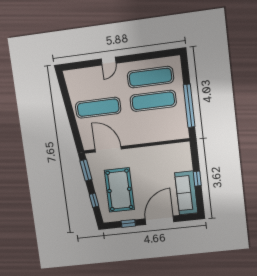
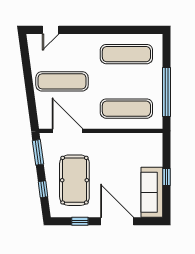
door: (109, 61) -> (51, 30), moved
exercise mat: (153, 101) -> (126, 109), moved
door: (159, 220) -> (117, 221), hinge flipped

